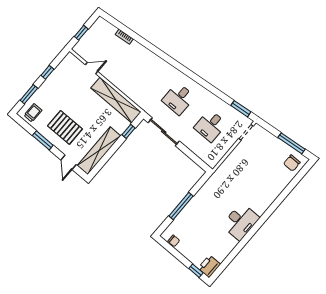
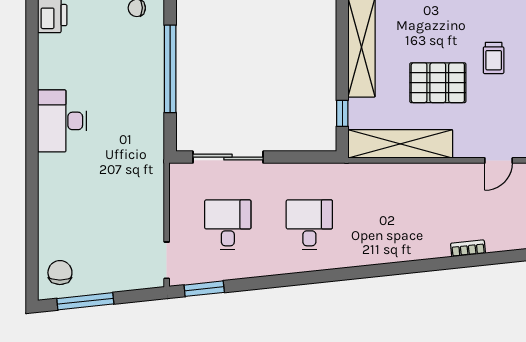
door: (91, 68) -> (499, 160), moved
trolley: (33, 113) -> (494, 58), moved
pallet: (65, 127) -> (438, 83), moved
sliding door: (164, 132) -> (228, 157), moved
window: (181, 206) -> (170, 69), width x1.46

